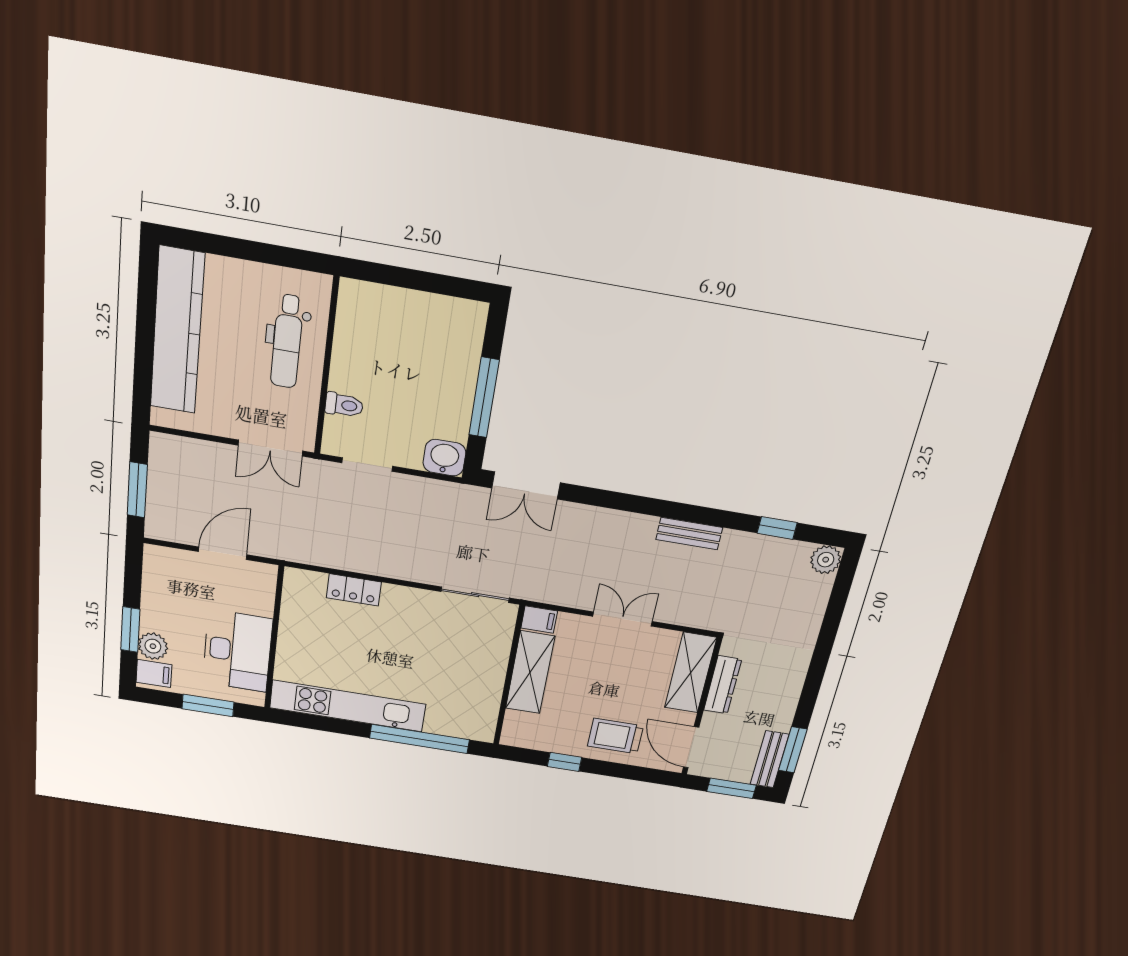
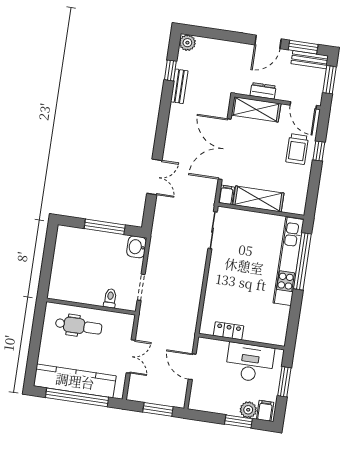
window: (145, 335) -> (77, 397), added
double door: (270, 448) -> (131, 356), moved
double door: (526, 485) -> (154, 177), moved
bench: (689, 534) -> (179, 86), moved
locker: (354, 590) -> (229, 331), moved, turned -90
double door: (622, 619) -> (225, 149), width x1.87
dresser: (723, 685) -> (263, 91), width x0.70
door: (809, 695) -> (268, 42), added
kitchen unit: (348, 706) -> (289, 261), moved
door: (691, 747) -> (303, 105), hinge flipped
window: (565, 762) -> (319, 151), moved

